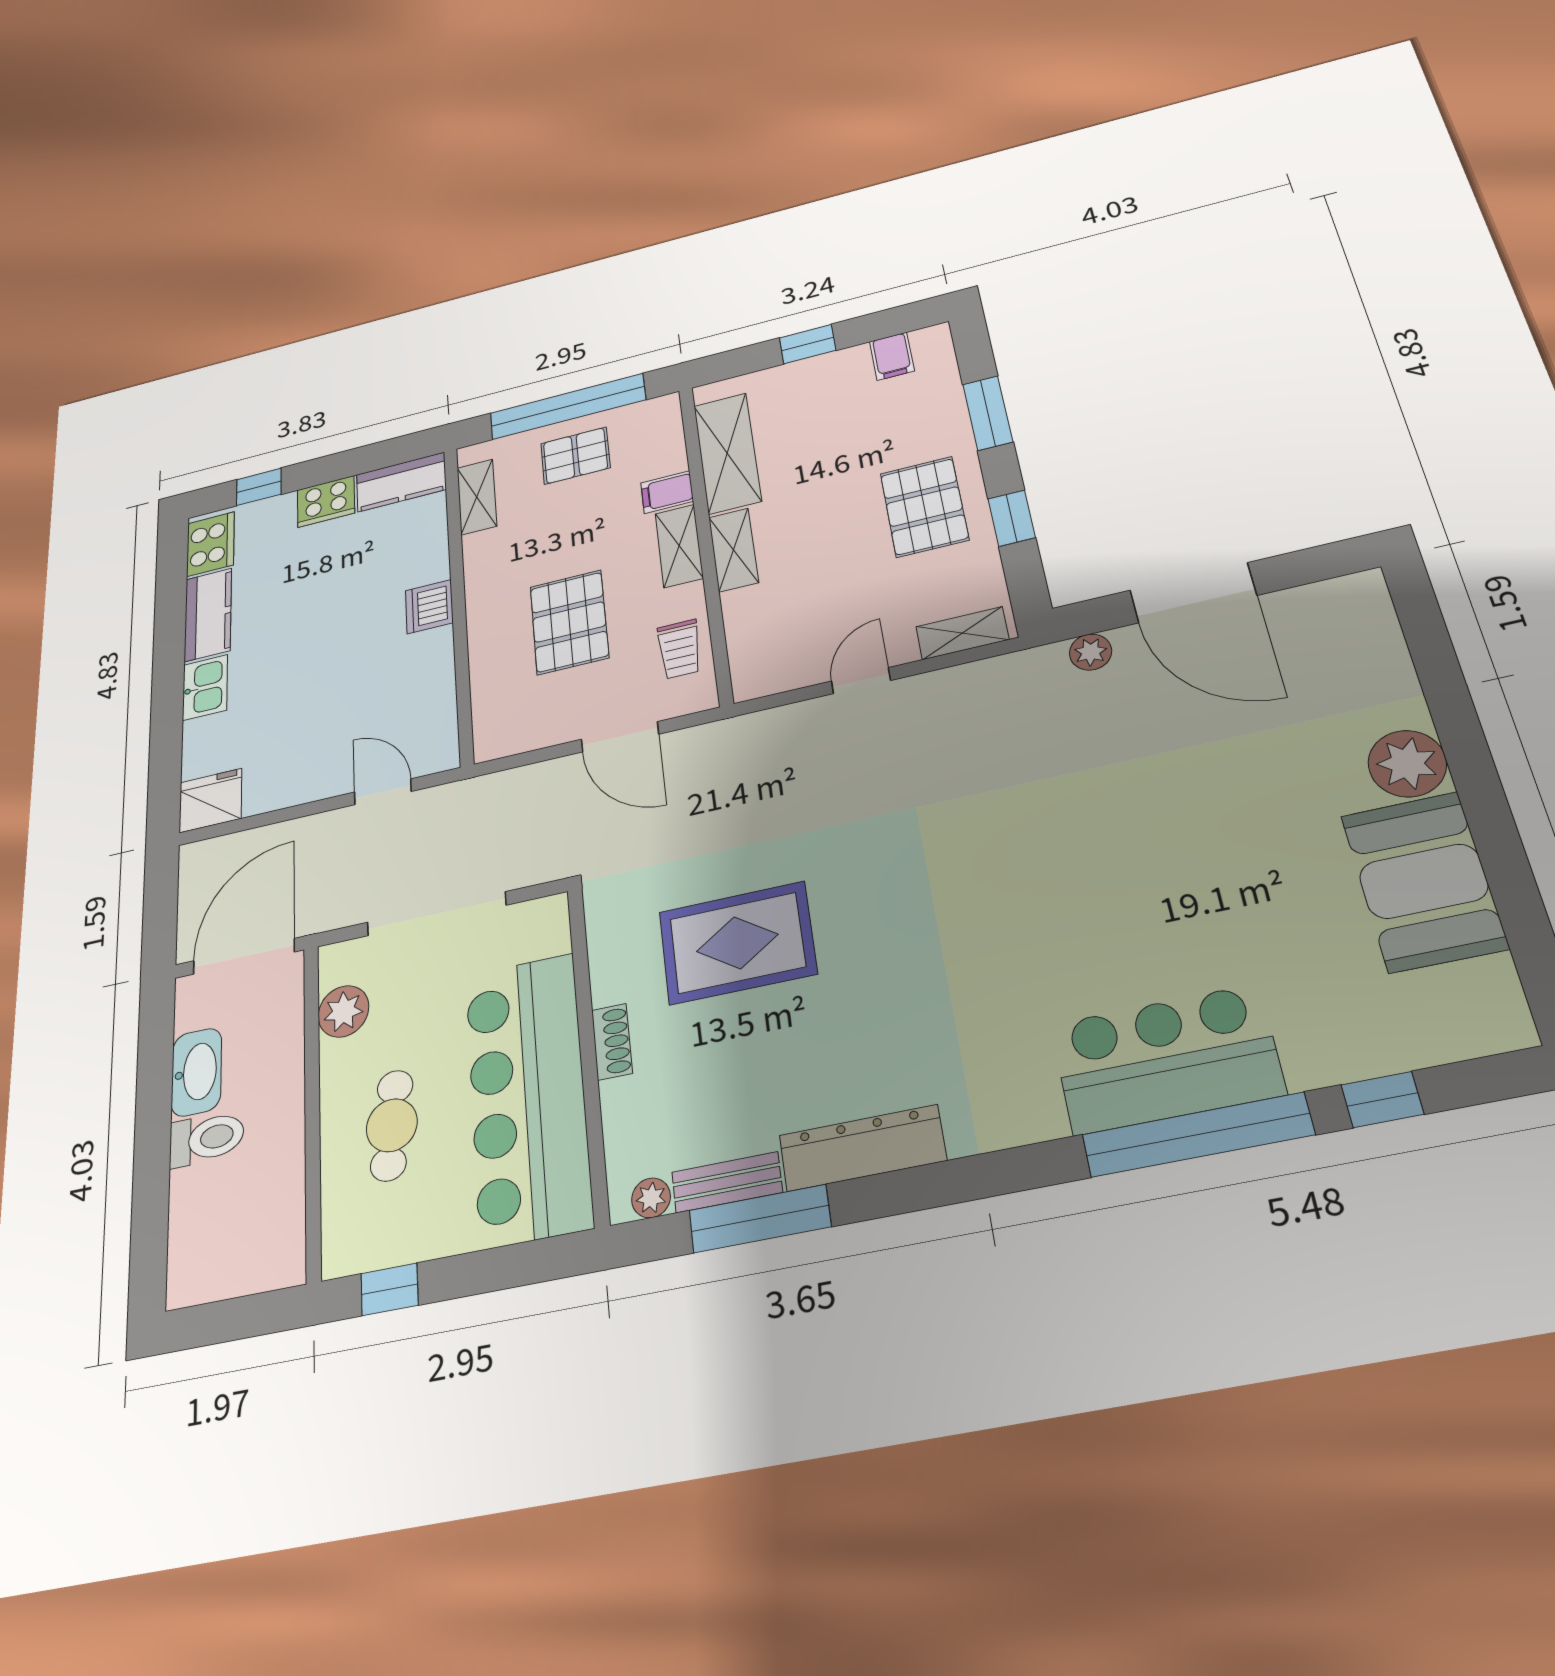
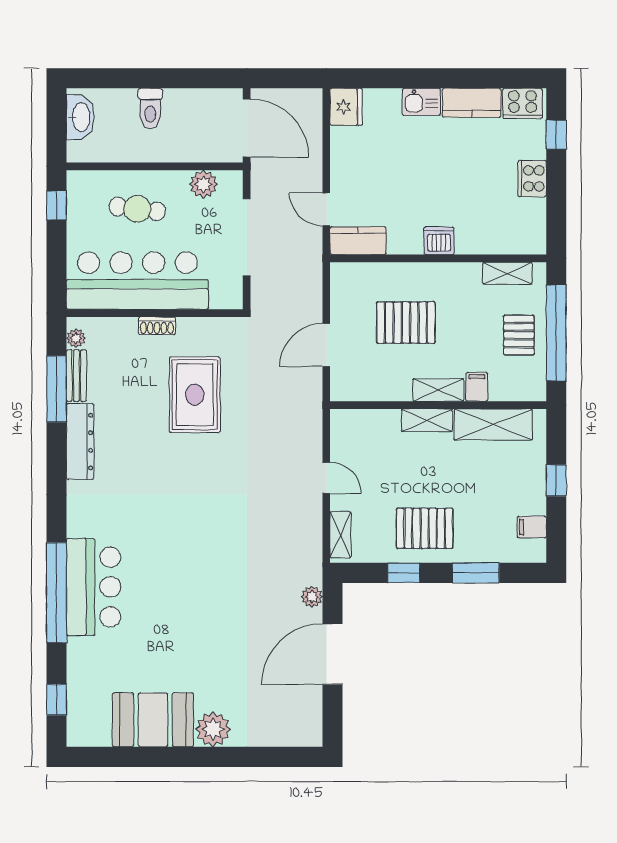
kitchen counter: (401, 482) -> (358, 241), moved, turned 90
trolley: (680, 649) -> (372, 383), removed
door: (383, 792) -> (326, 209), swing flipped
washbasin: (196, 1072) -> (80, 117), moved, turned -90
window: (1382, 1099) -> (57, 700), moved

